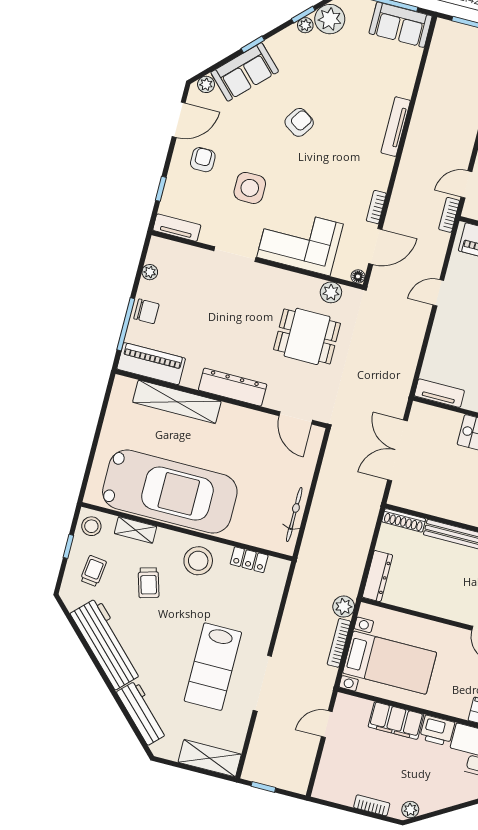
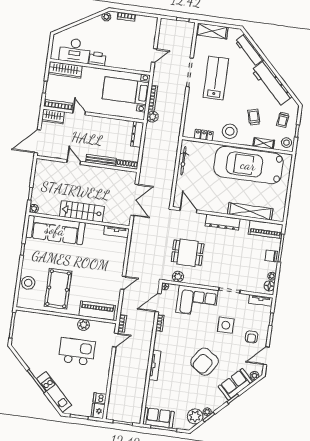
armchair: (299, 122) -> (204, 362), width x1.88, depth x1.88
floor lamp: (157, 254) -> (269, 286), added
filing cabinet: (396, 721) -> (119, 61), removed

